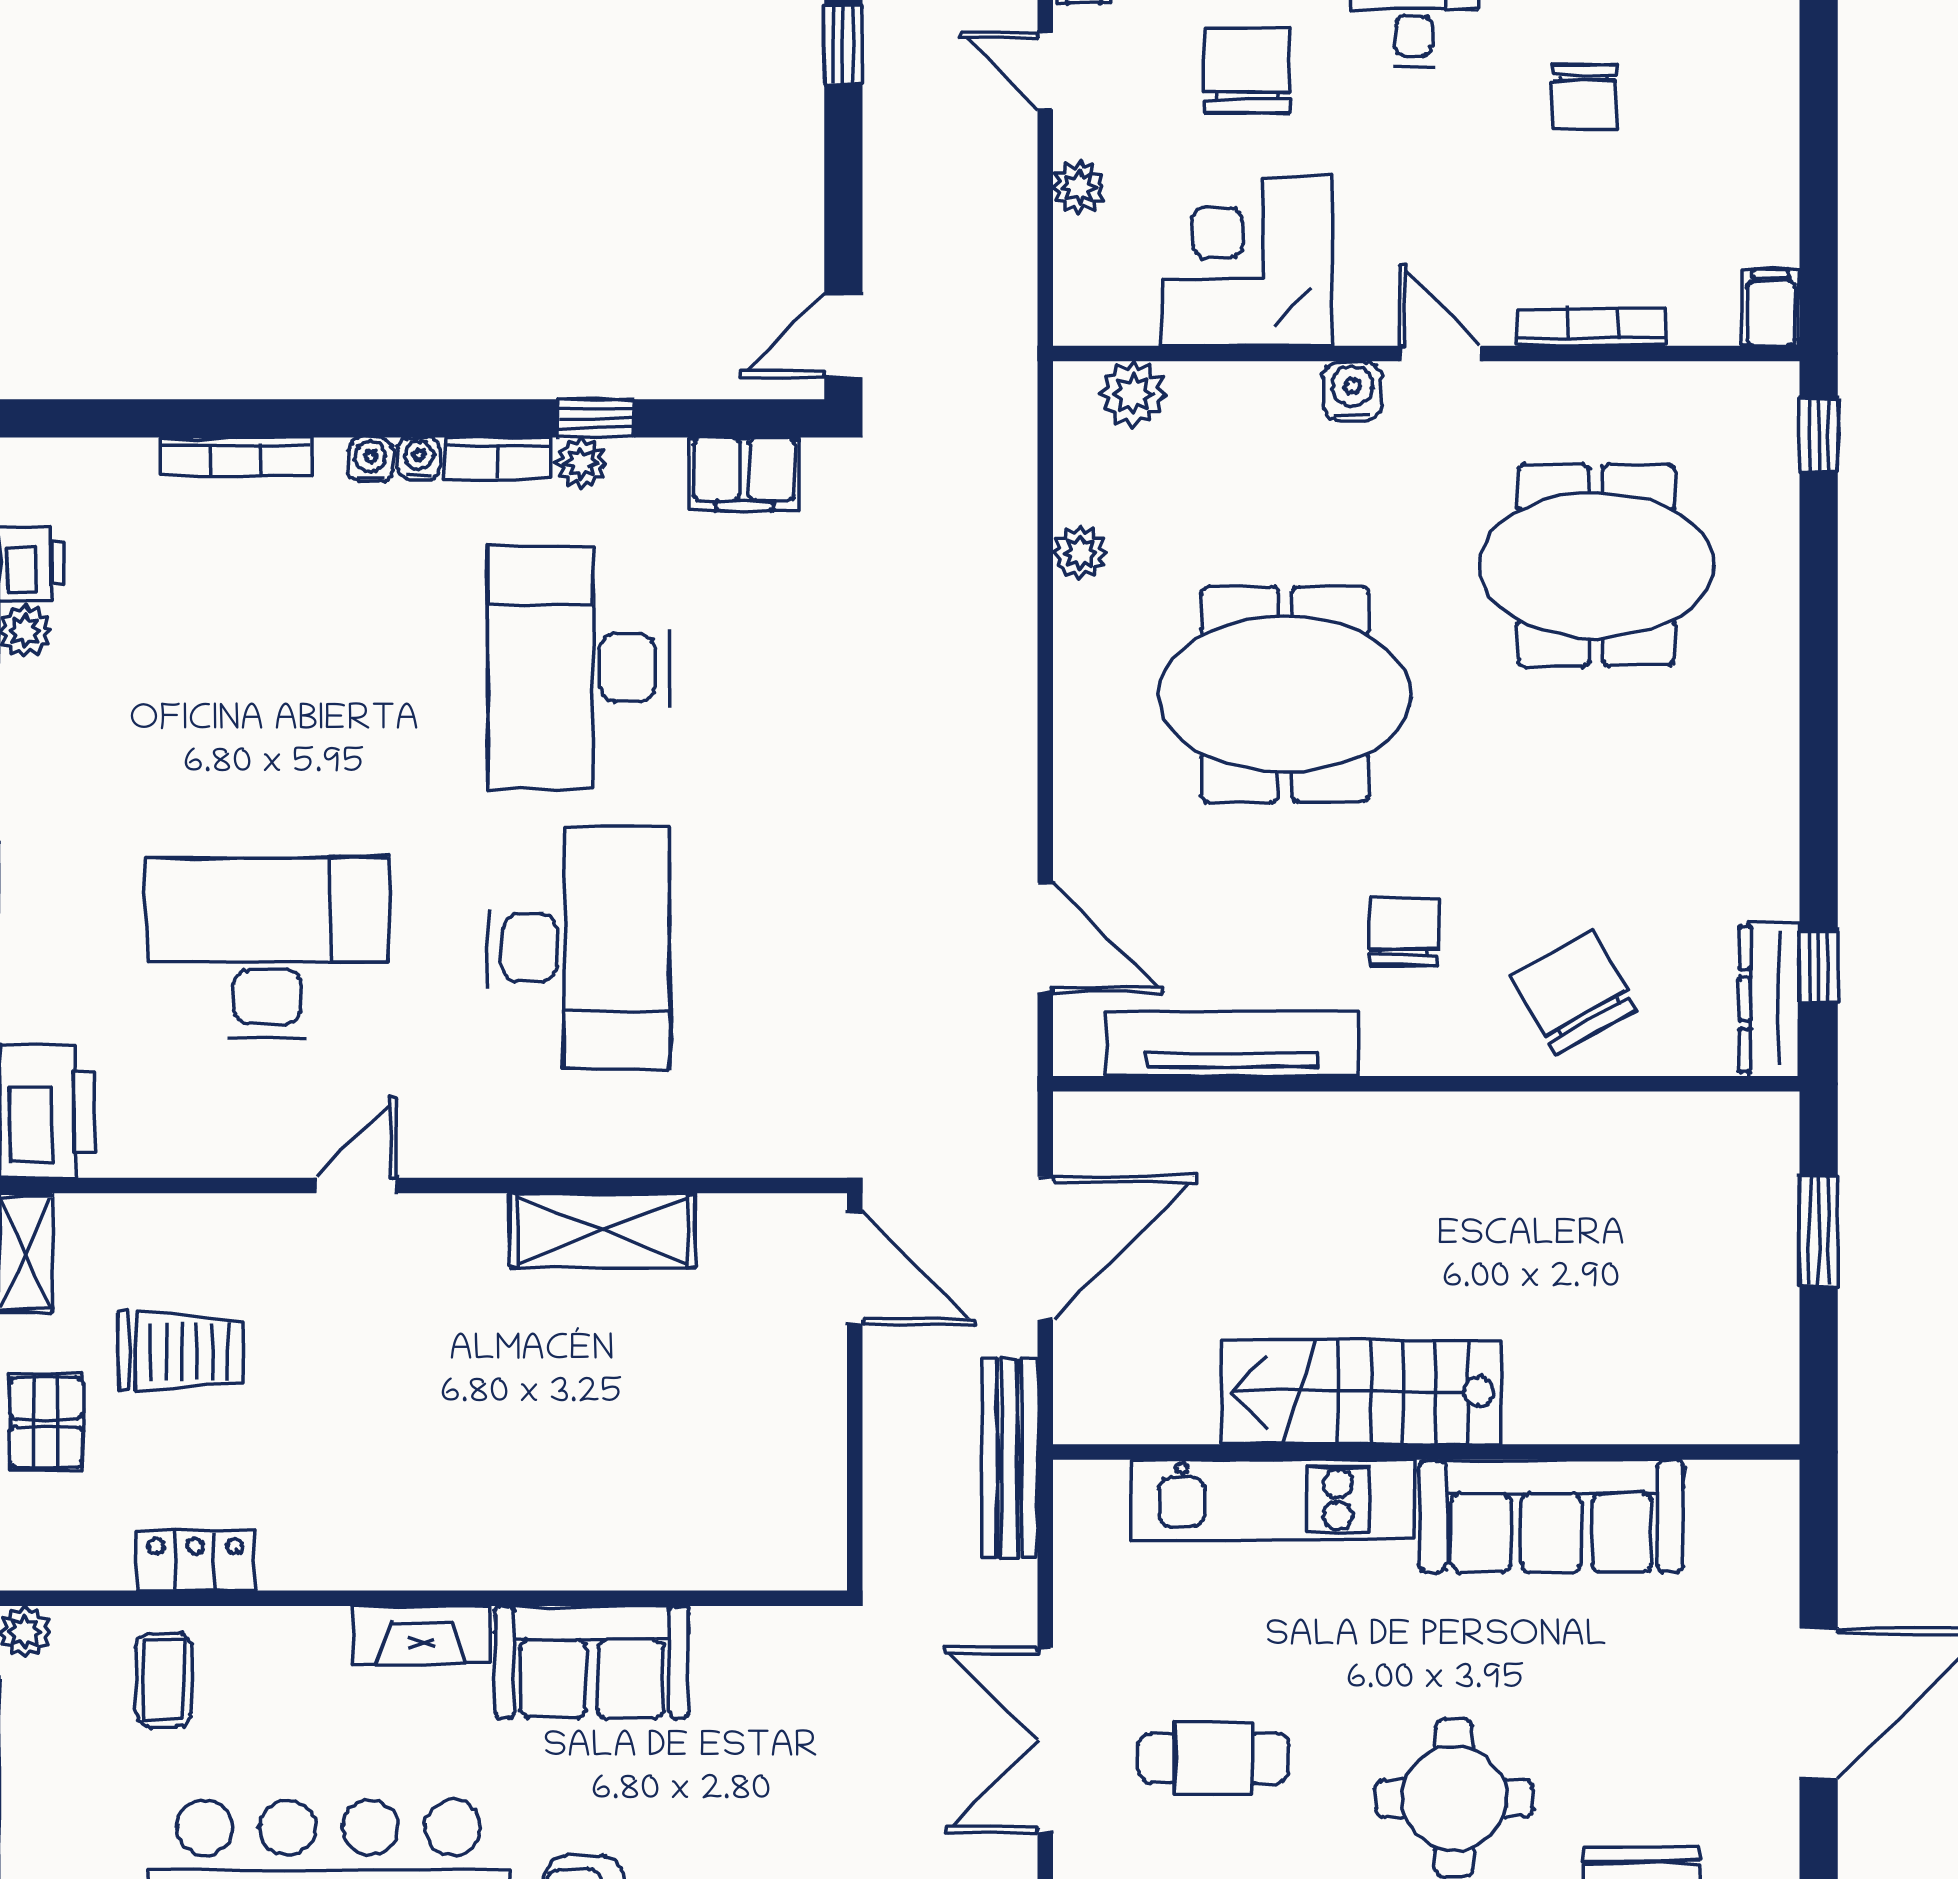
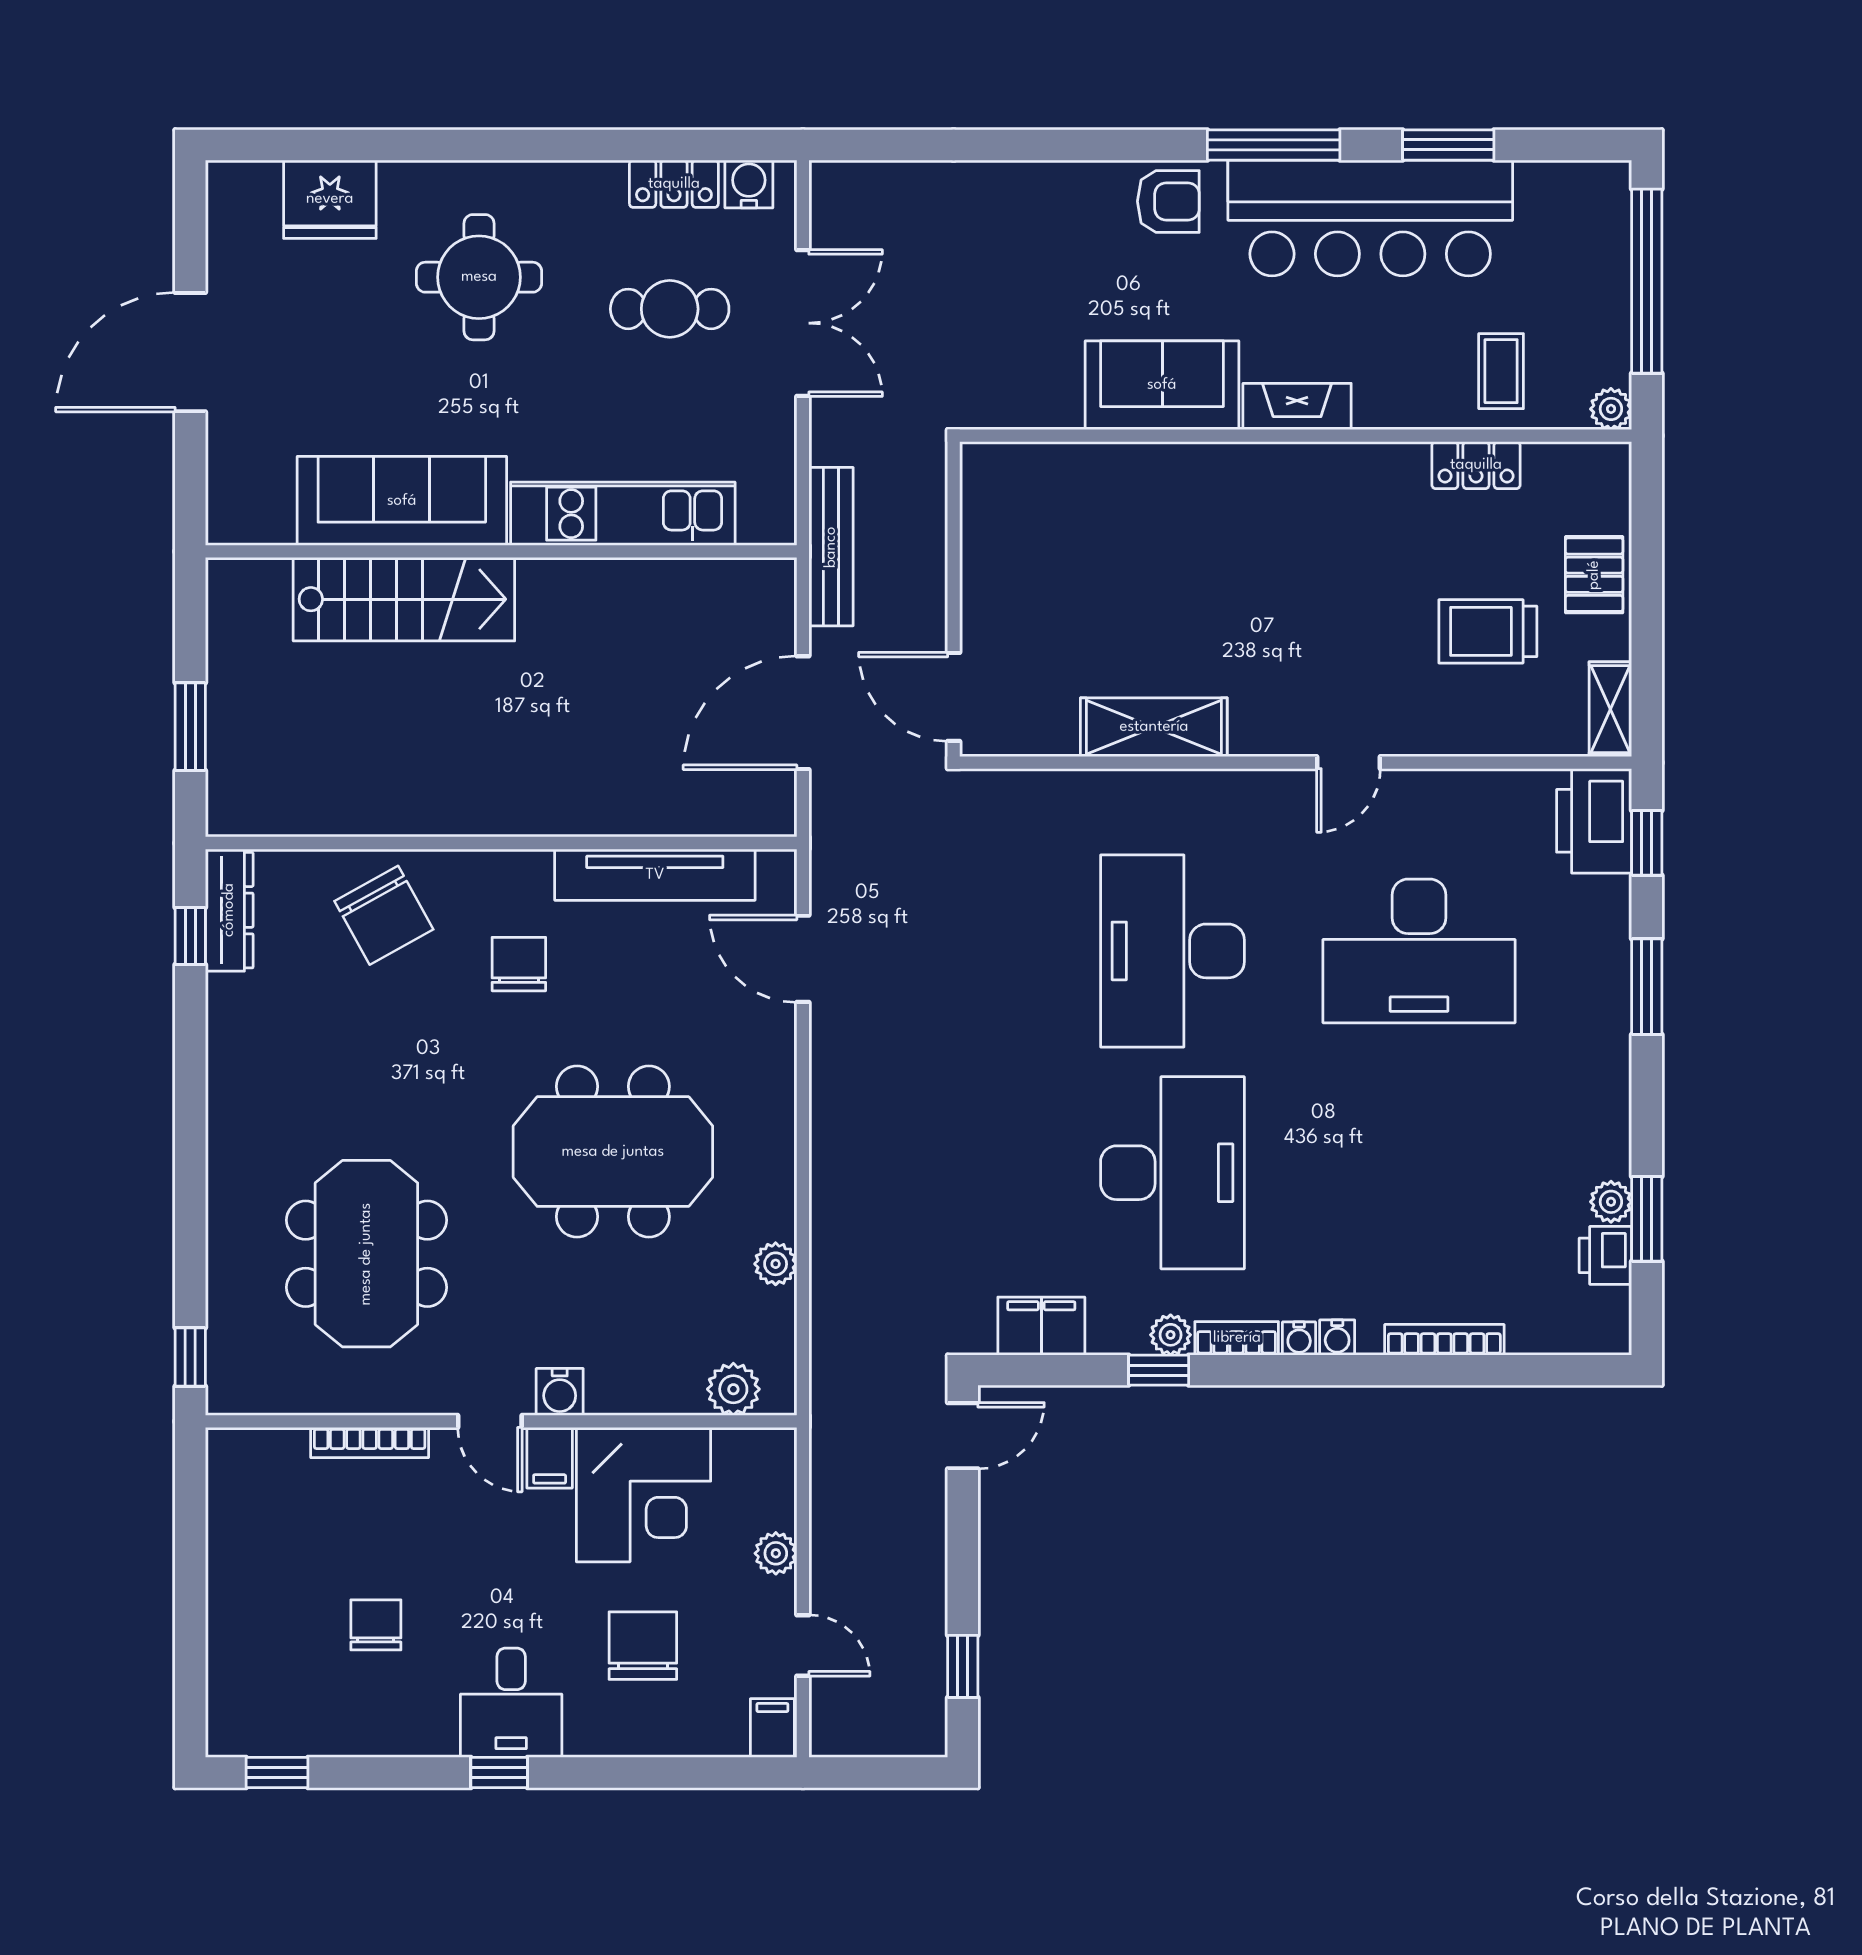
chair: (1247, 71) -> (643, 1646), turned 180
filing cabinet: (1771, 308) -> (550, 1458), moved
meeting table: (1596, 565) -> (366, 1254), turned 90
chair: (1404, 931) -> (519, 964), turned 180
stairs: (1361, 1392) -> (404, 599), moved

